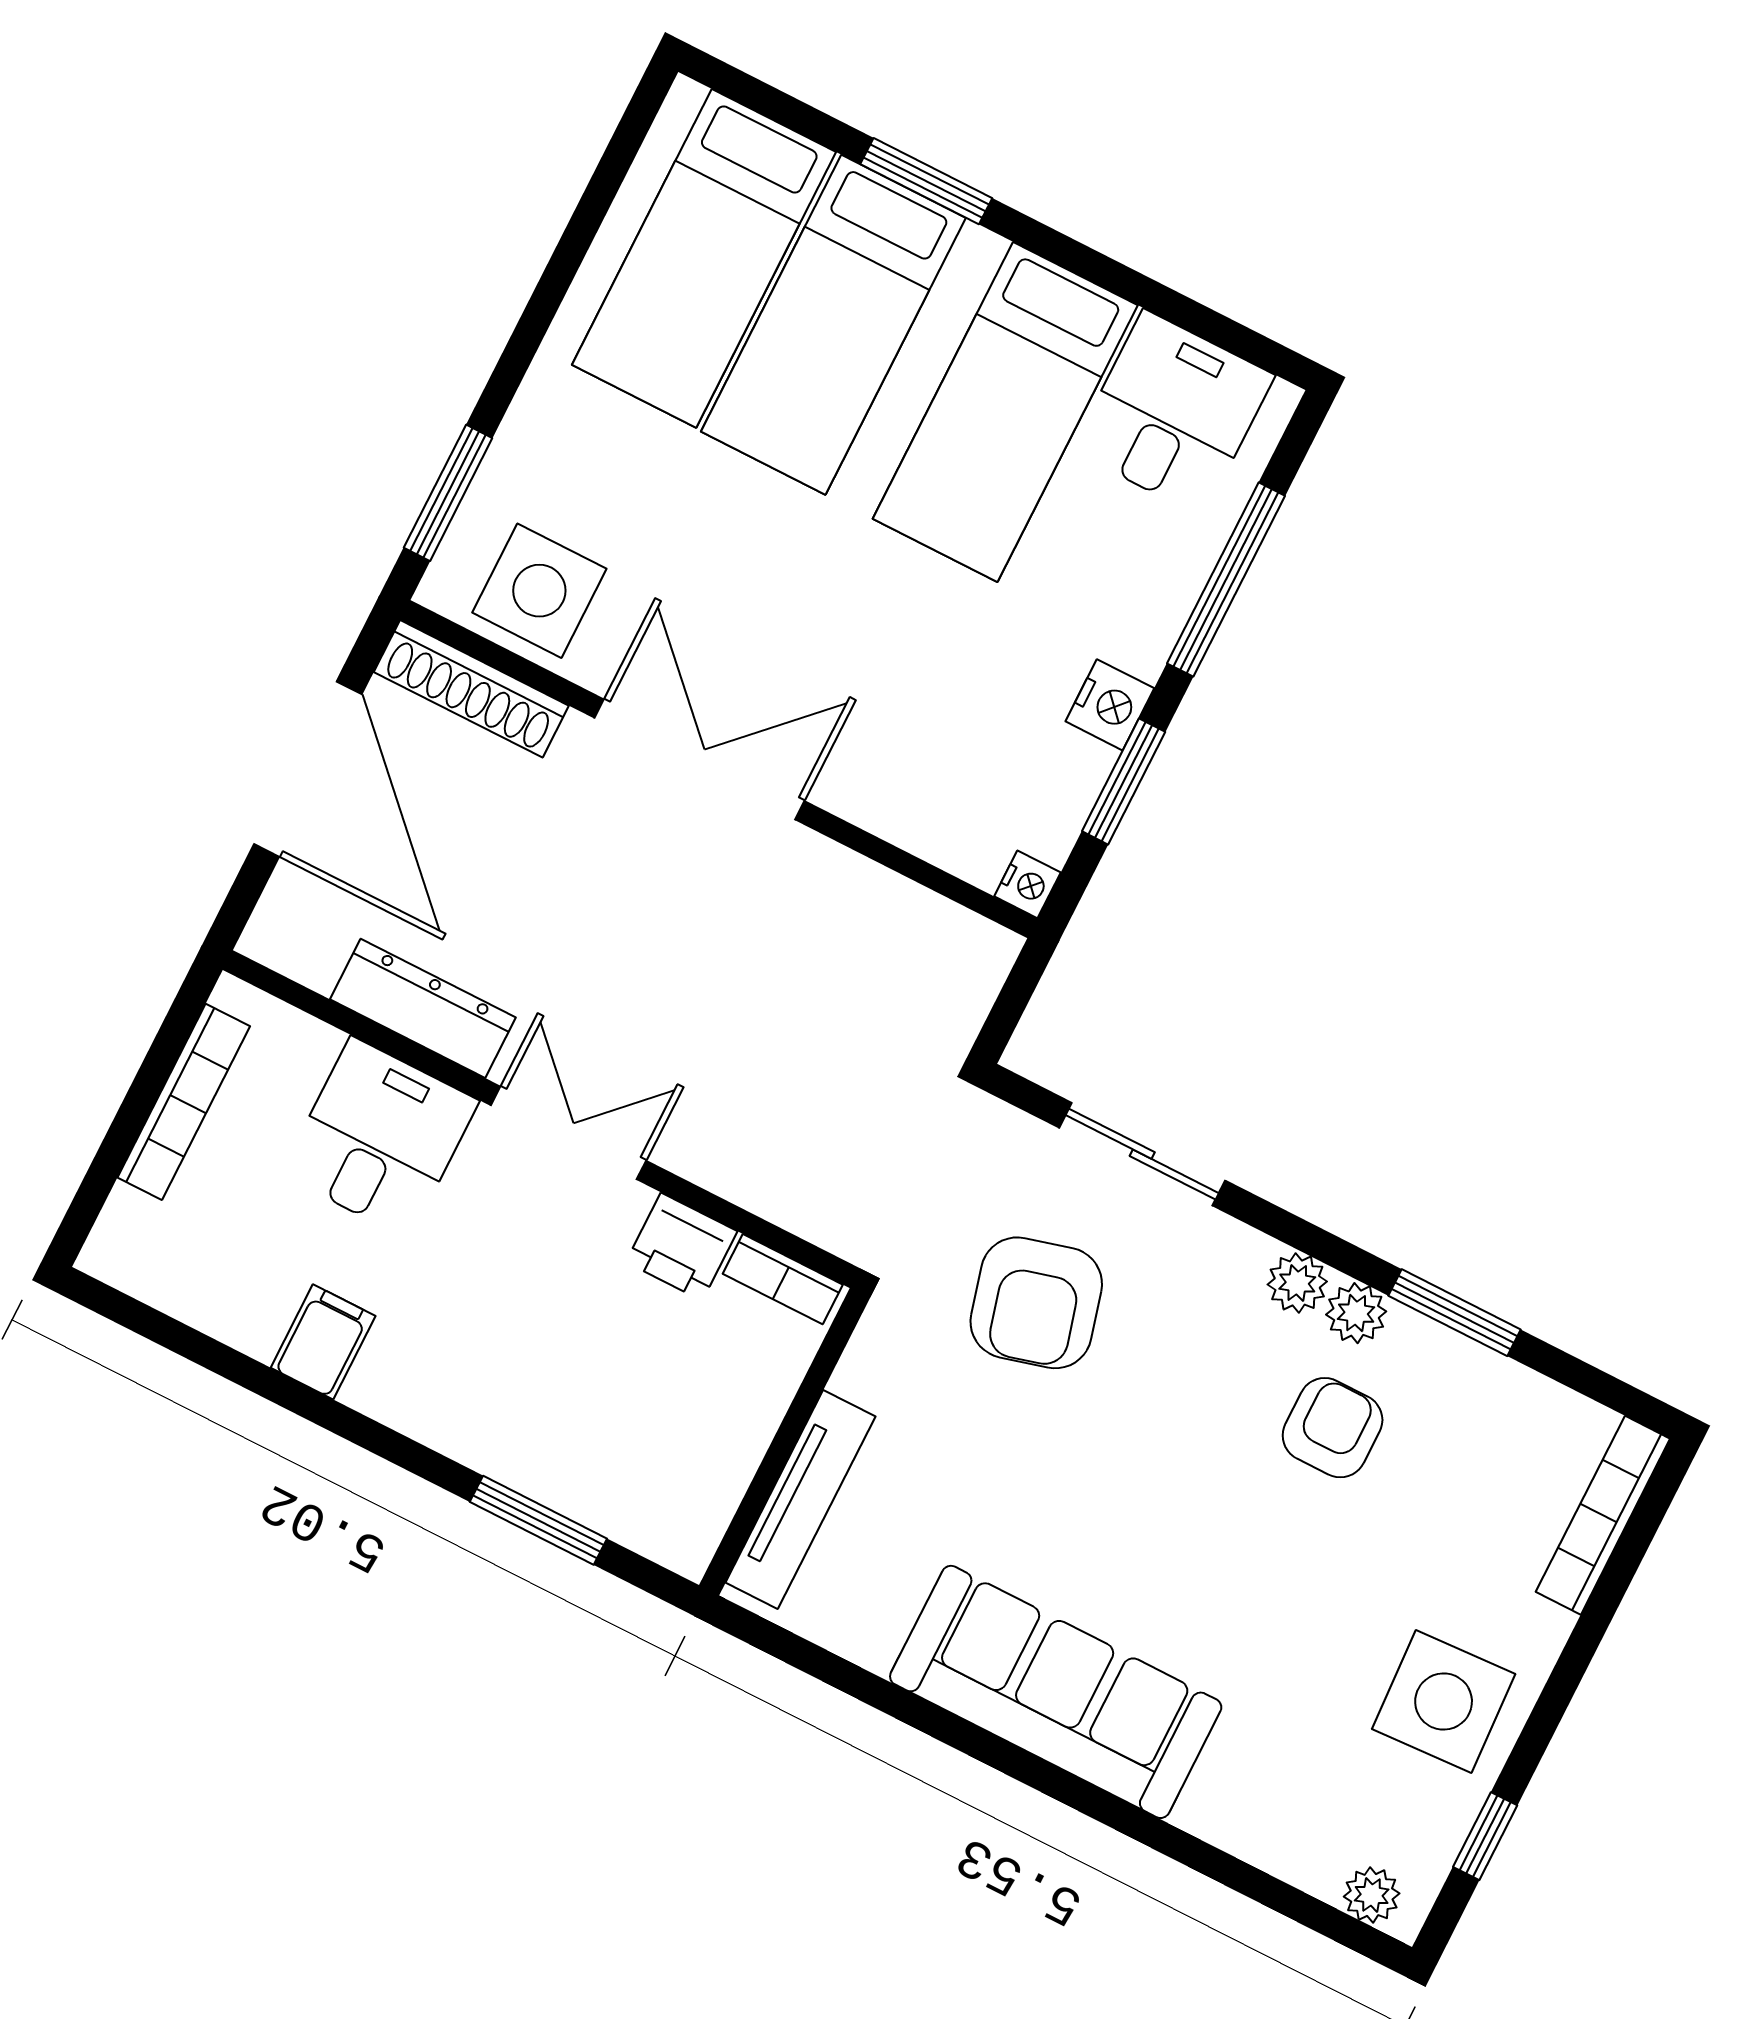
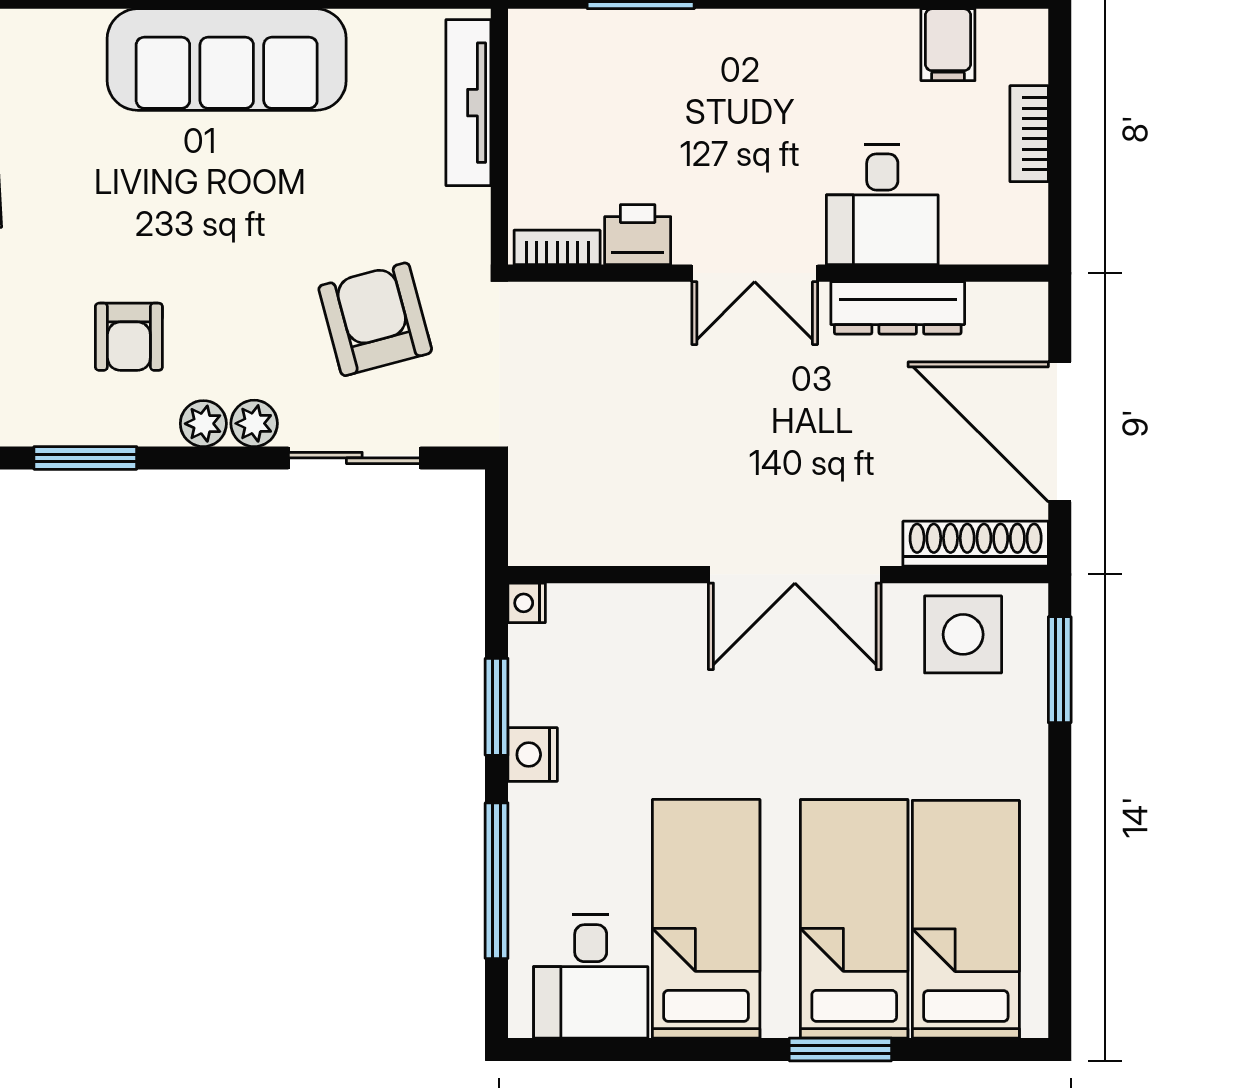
bookcase: (184, 1102) -> (1029, 134), width x0.64
plant: (1356, 1313) -> (254, 423), moved
filing cabinet: (323, 1342) -> (948, 45), moved

